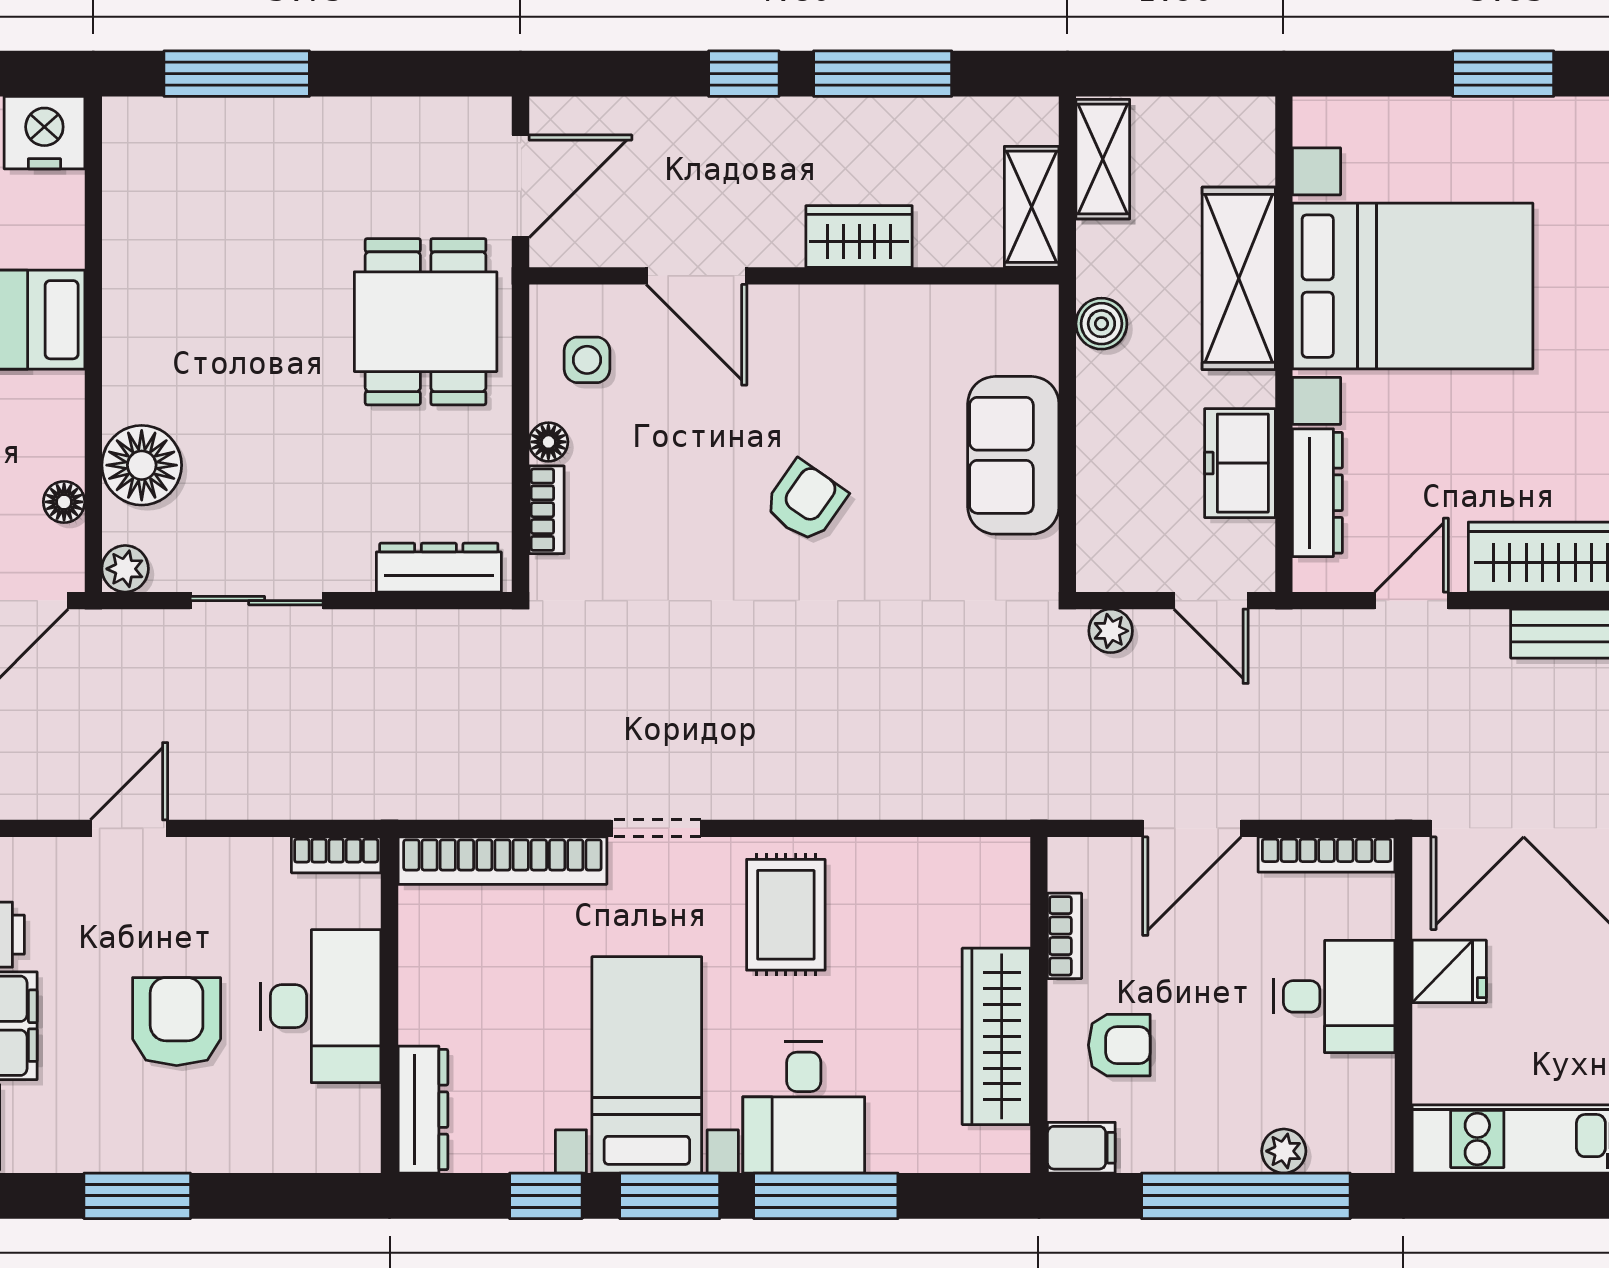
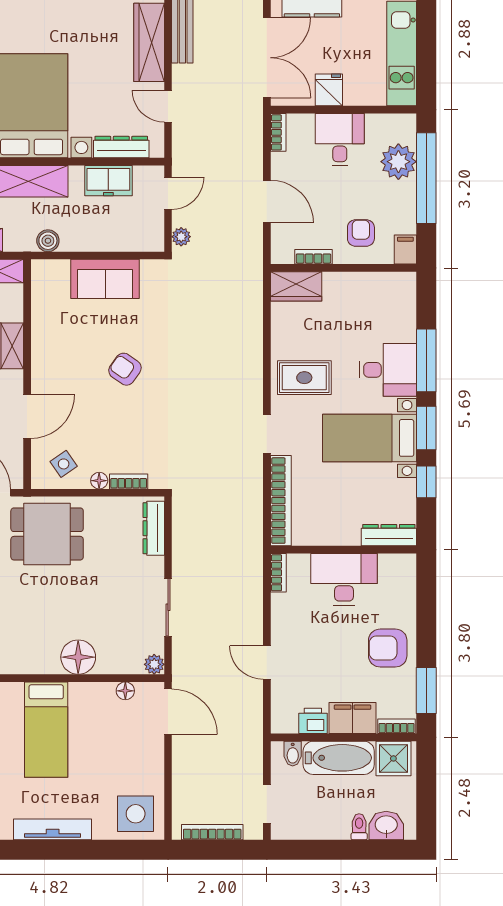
side table: (587, 360) -> (64, 464), turned -35
floor lamp: (142, 465) -> (78, 657), moved
bookcase: (1327, 854) -> (278, 132), width x0.64
armchair: (177, 1022) -> (388, 648), moved
wardrobe: (996, 1036) -> (296, 286), moved, width x0.67
plant: (1284, 1151) -> (398, 162), width x1.88, depth x1.88
window: (137, 1196) -> (426, 691), moved

